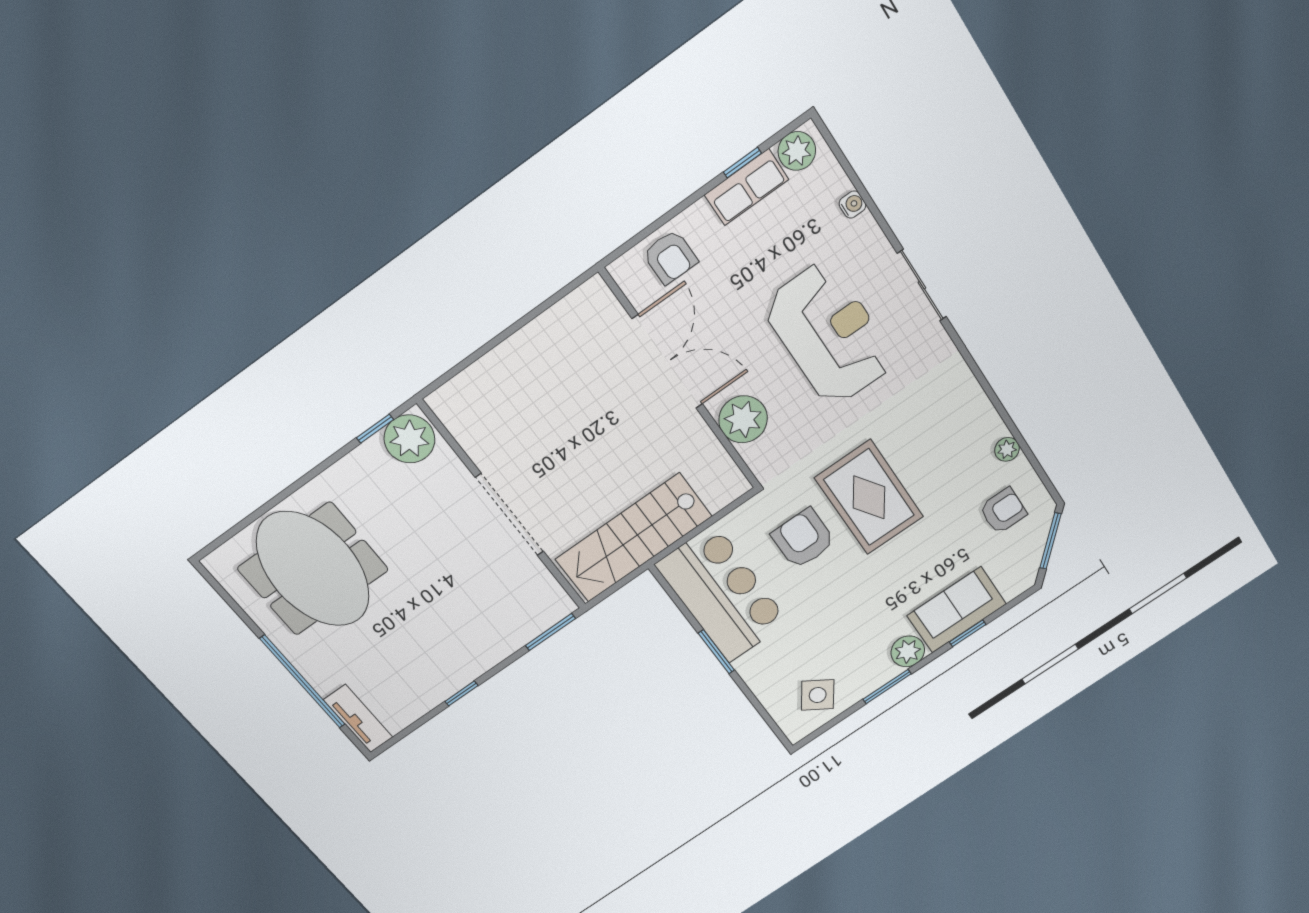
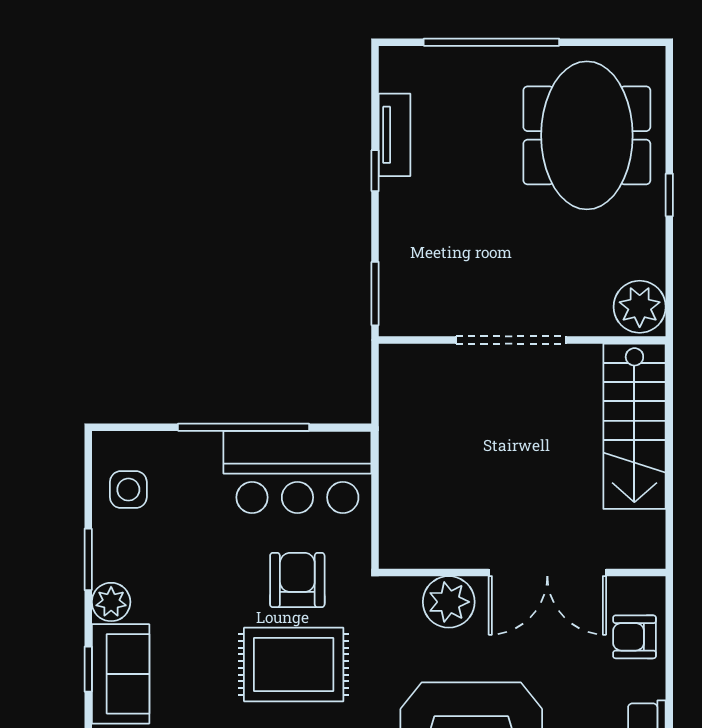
window: (375, 429) -> (669, 195), moved
stairs: (633, 538) -> (634, 426), moved, turned 180
armchair: (803, 539) -> (297, 580), turned -90
meeting table: (313, 569) -> (587, 135), turned 90
window: (716, 652) -> (244, 427), width x2.11
side table: (818, 695) -> (128, 490), turned -34
tv unit: (358, 719) -> (395, 135), moved, turned -90

